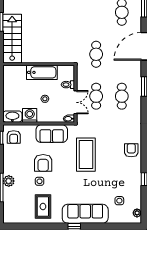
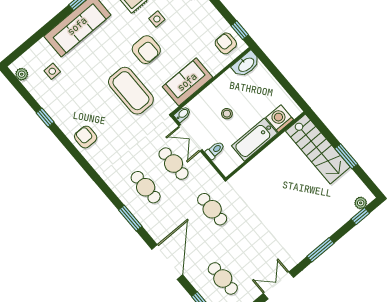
washing machine: (30, 115) -> (280, 119), moved, turned 180
armchair: (131, 150) -> (86, 137), turned 180
armchair: (43, 163) -> (146, 50), moved, turned 180

